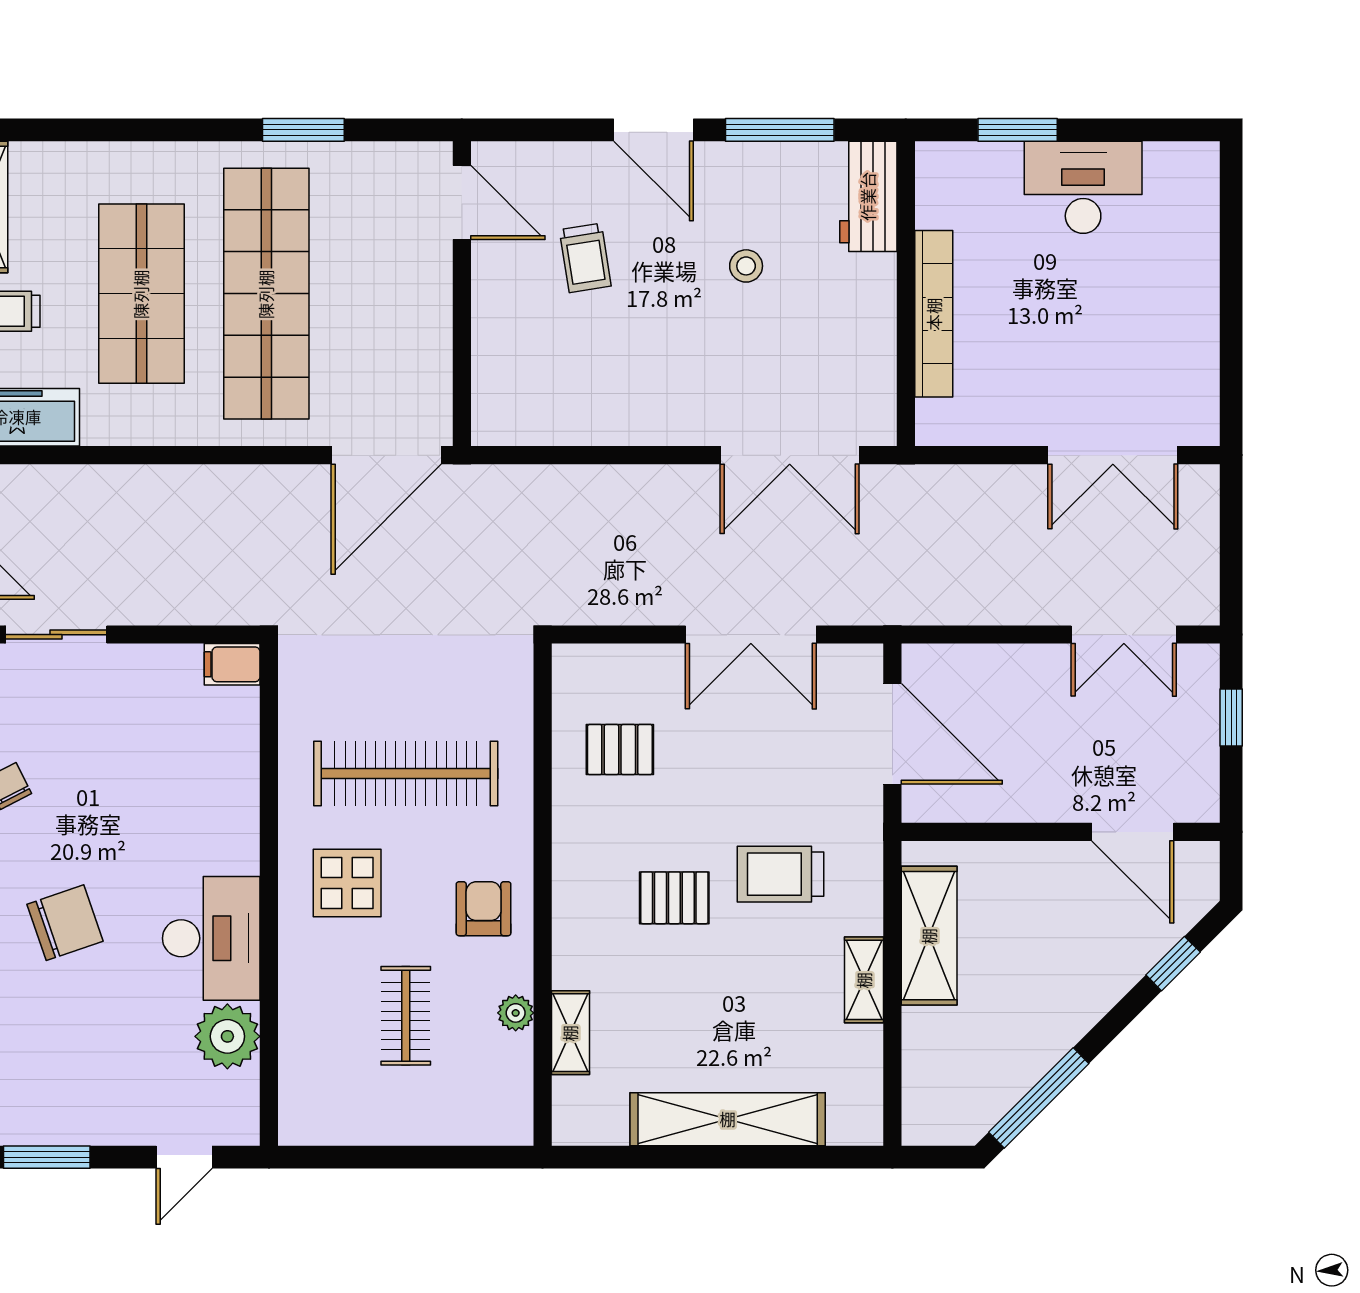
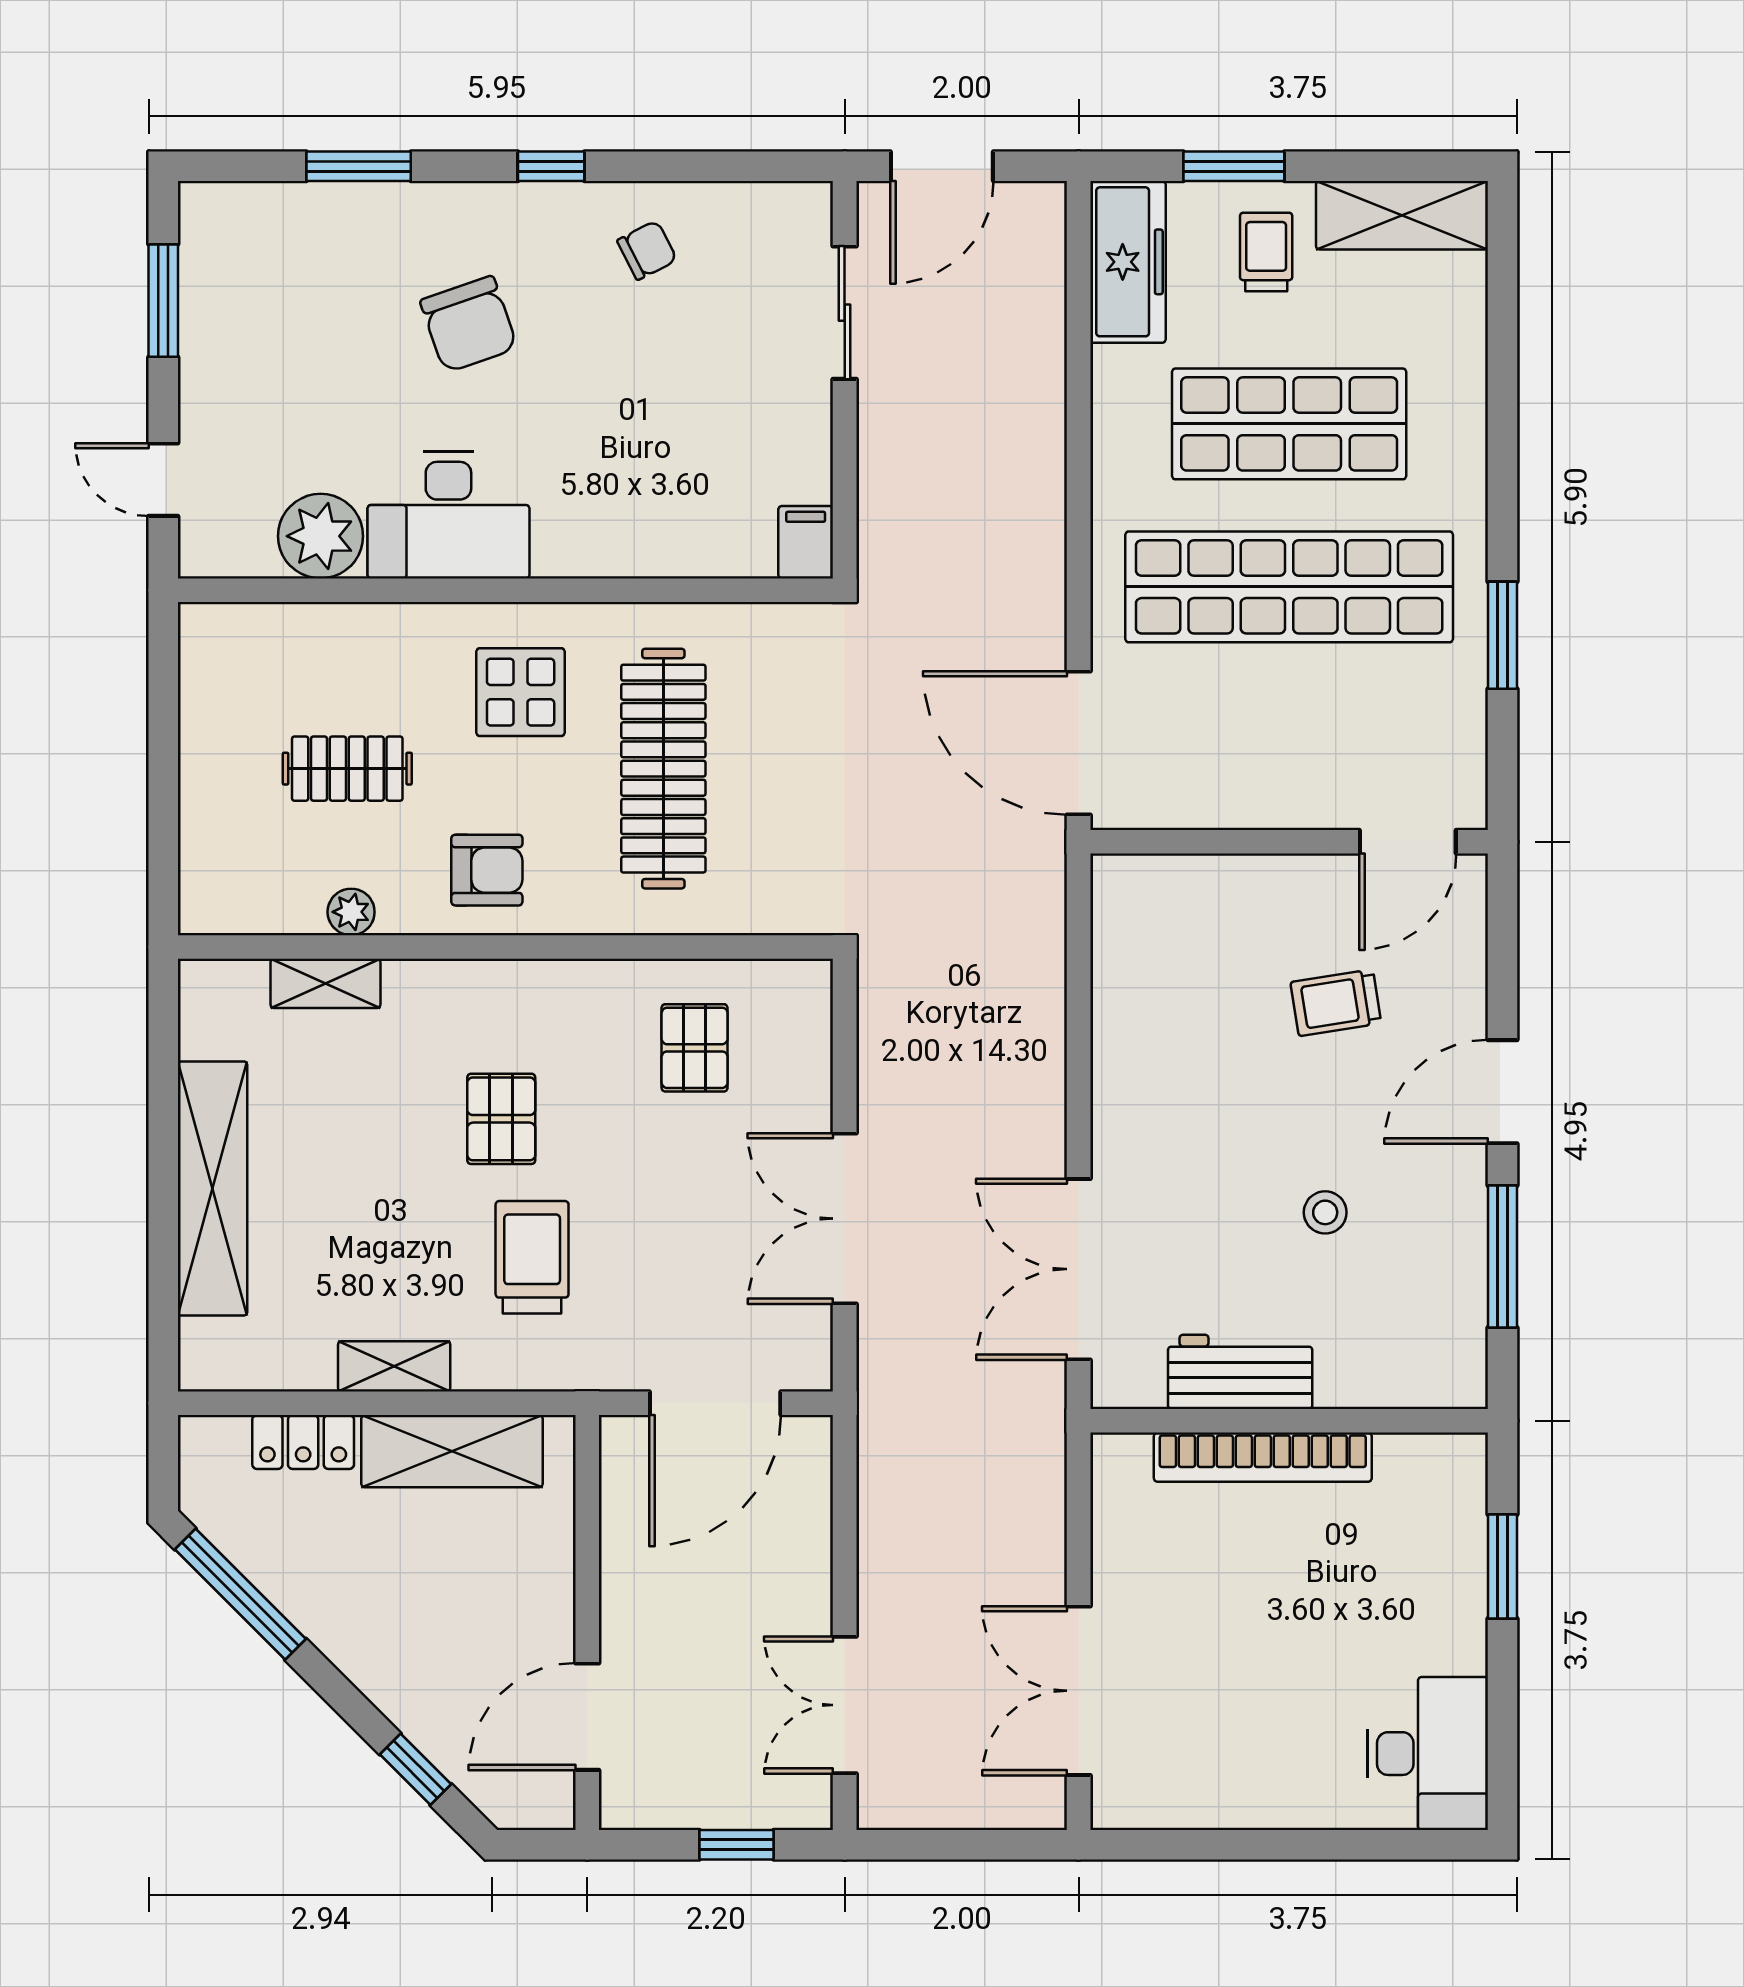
desk: (1083, 187) -> (1428, 1754), moved
workbench: (868, 196) -> (1240, 1372), moved
locker: (922, 1050) -> (303, 1442), added

